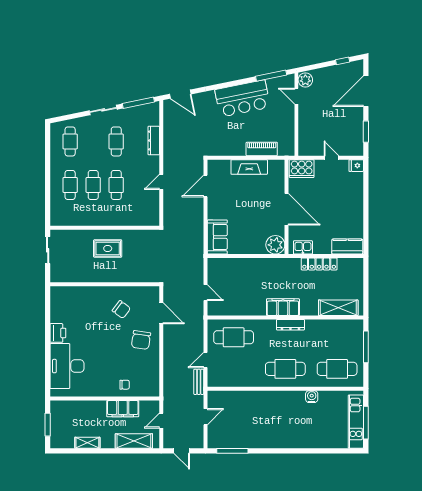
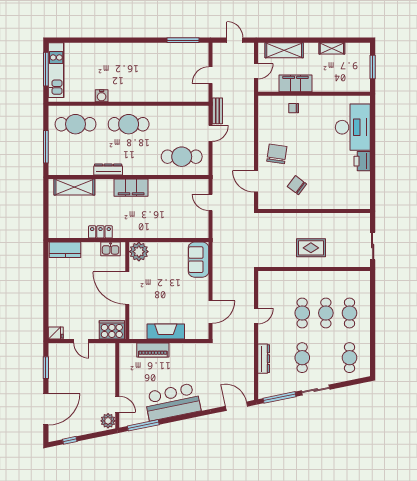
locker: (319, 264) -> (100, 232), width x0.66
dresser: (290, 325) -> (108, 170), moved

